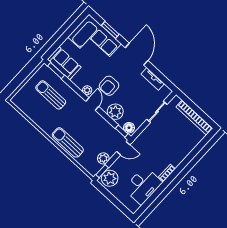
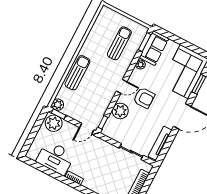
tv unit: (153, 79) -> (160, 143), width x1.41
armchair: (109, 86) -> (144, 98), turned 180
plant: (87, 90) -> (141, 65), moved
floor lamp: (129, 128) -> (108, 129), removed
door: (123, 148) -> (87, 129), hinge flipped
plant: (103, 158) -> (58, 105), moved

